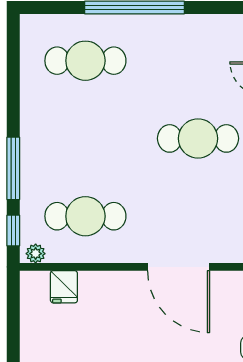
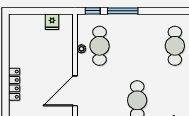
plant: (36, 254) -> (81, 49), moved
fridge: (64, 287) -> (52, 22), moved, turned -90

